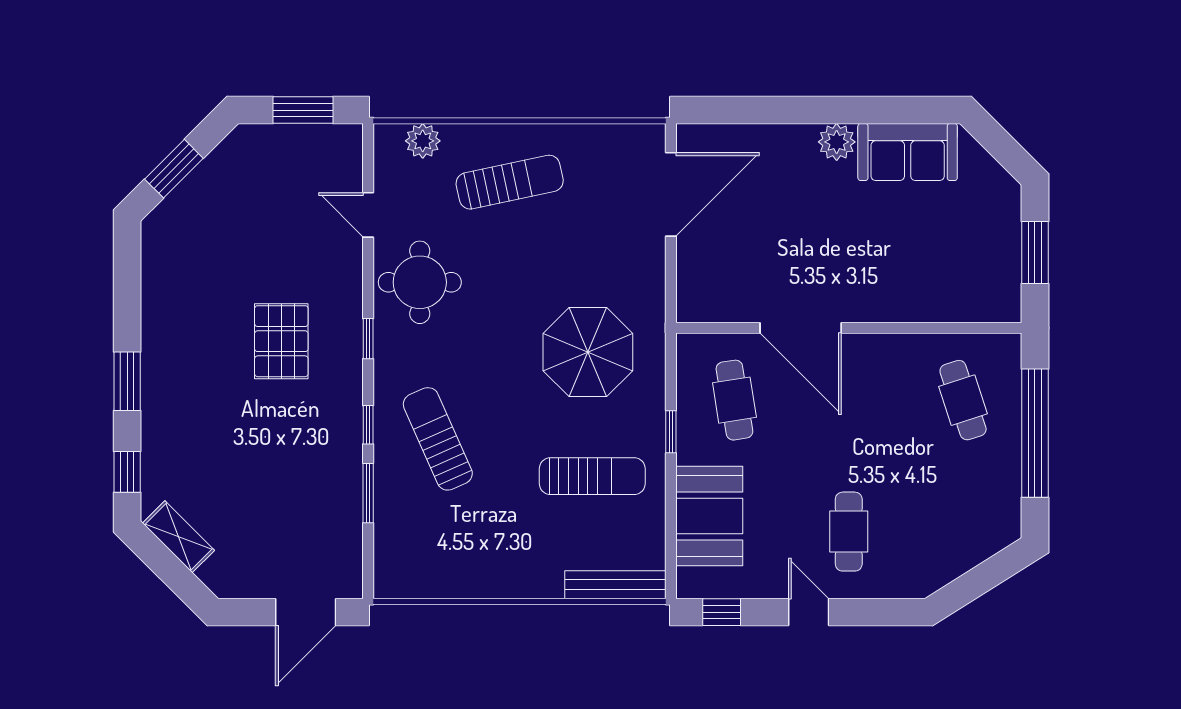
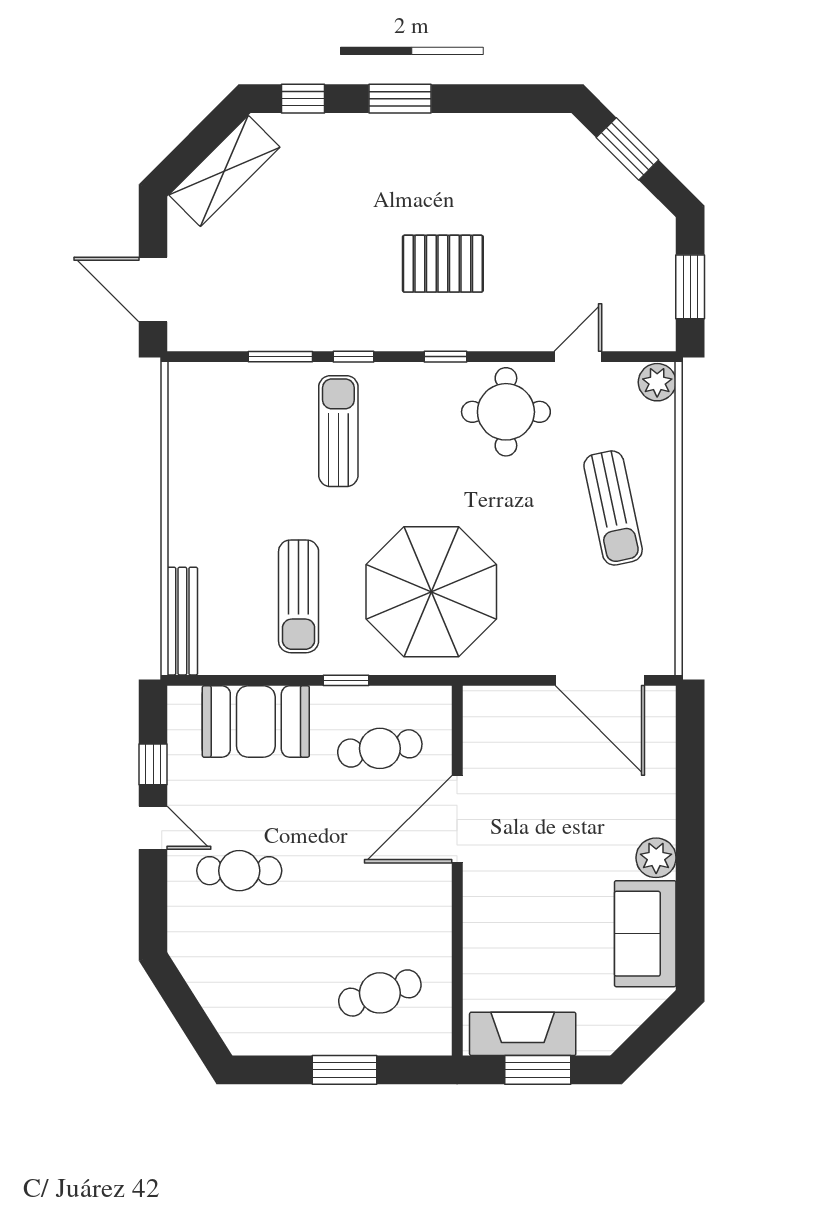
plant: (423, 141) -> (657, 382), moved
fireplace: (1001, 267) -> (523, 1034), added
parasol: (588, 352) -> (431, 592), width x1.36, depth x1.36
window: (1035, 433) -> (345, 1070), width x0.47
sun lounger: (438, 439) -> (338, 431), turned -66
shelving: (179, 537) -> (224, 171), width x1.50, depth x1.33
window: (722, 612) -> (153, 764), moved
door: (809, 612) -> (153, 828), hinge flipped

